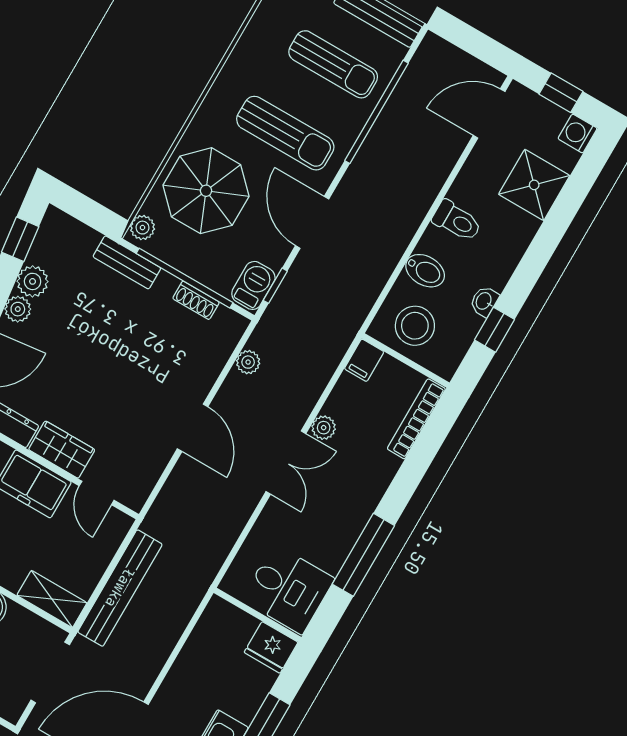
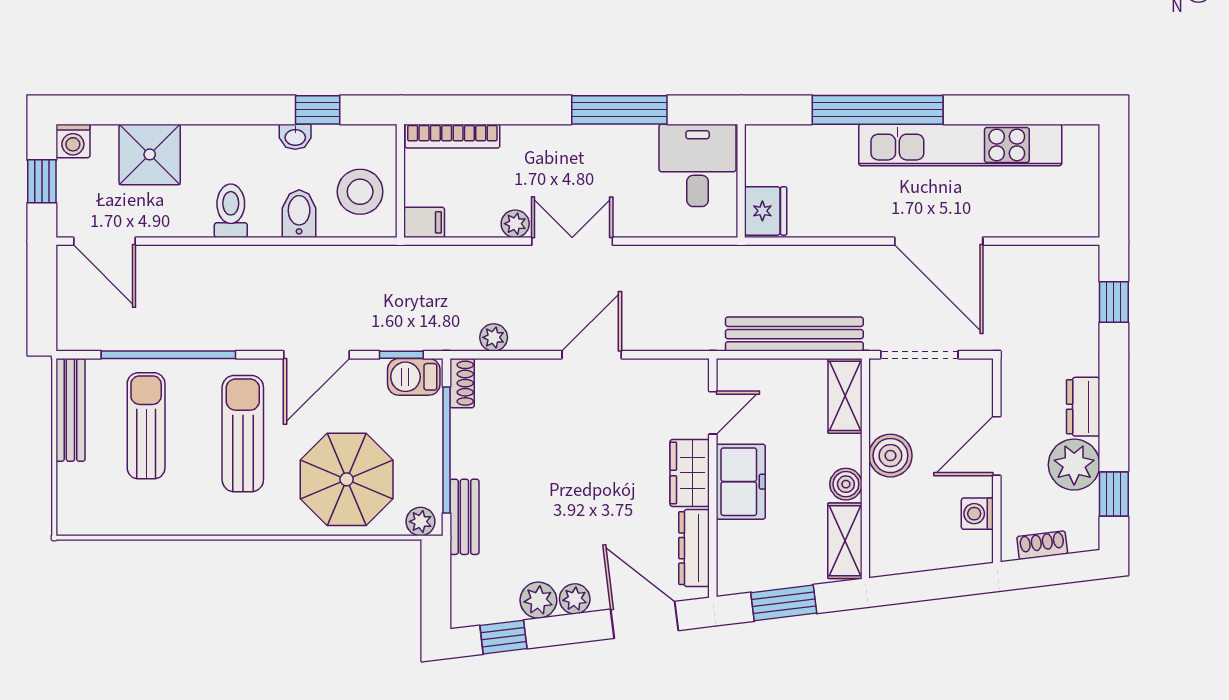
shoe rack: (196, 300) -> (462, 383), moved
fridge: (271, 647) -> (766, 211), moved

